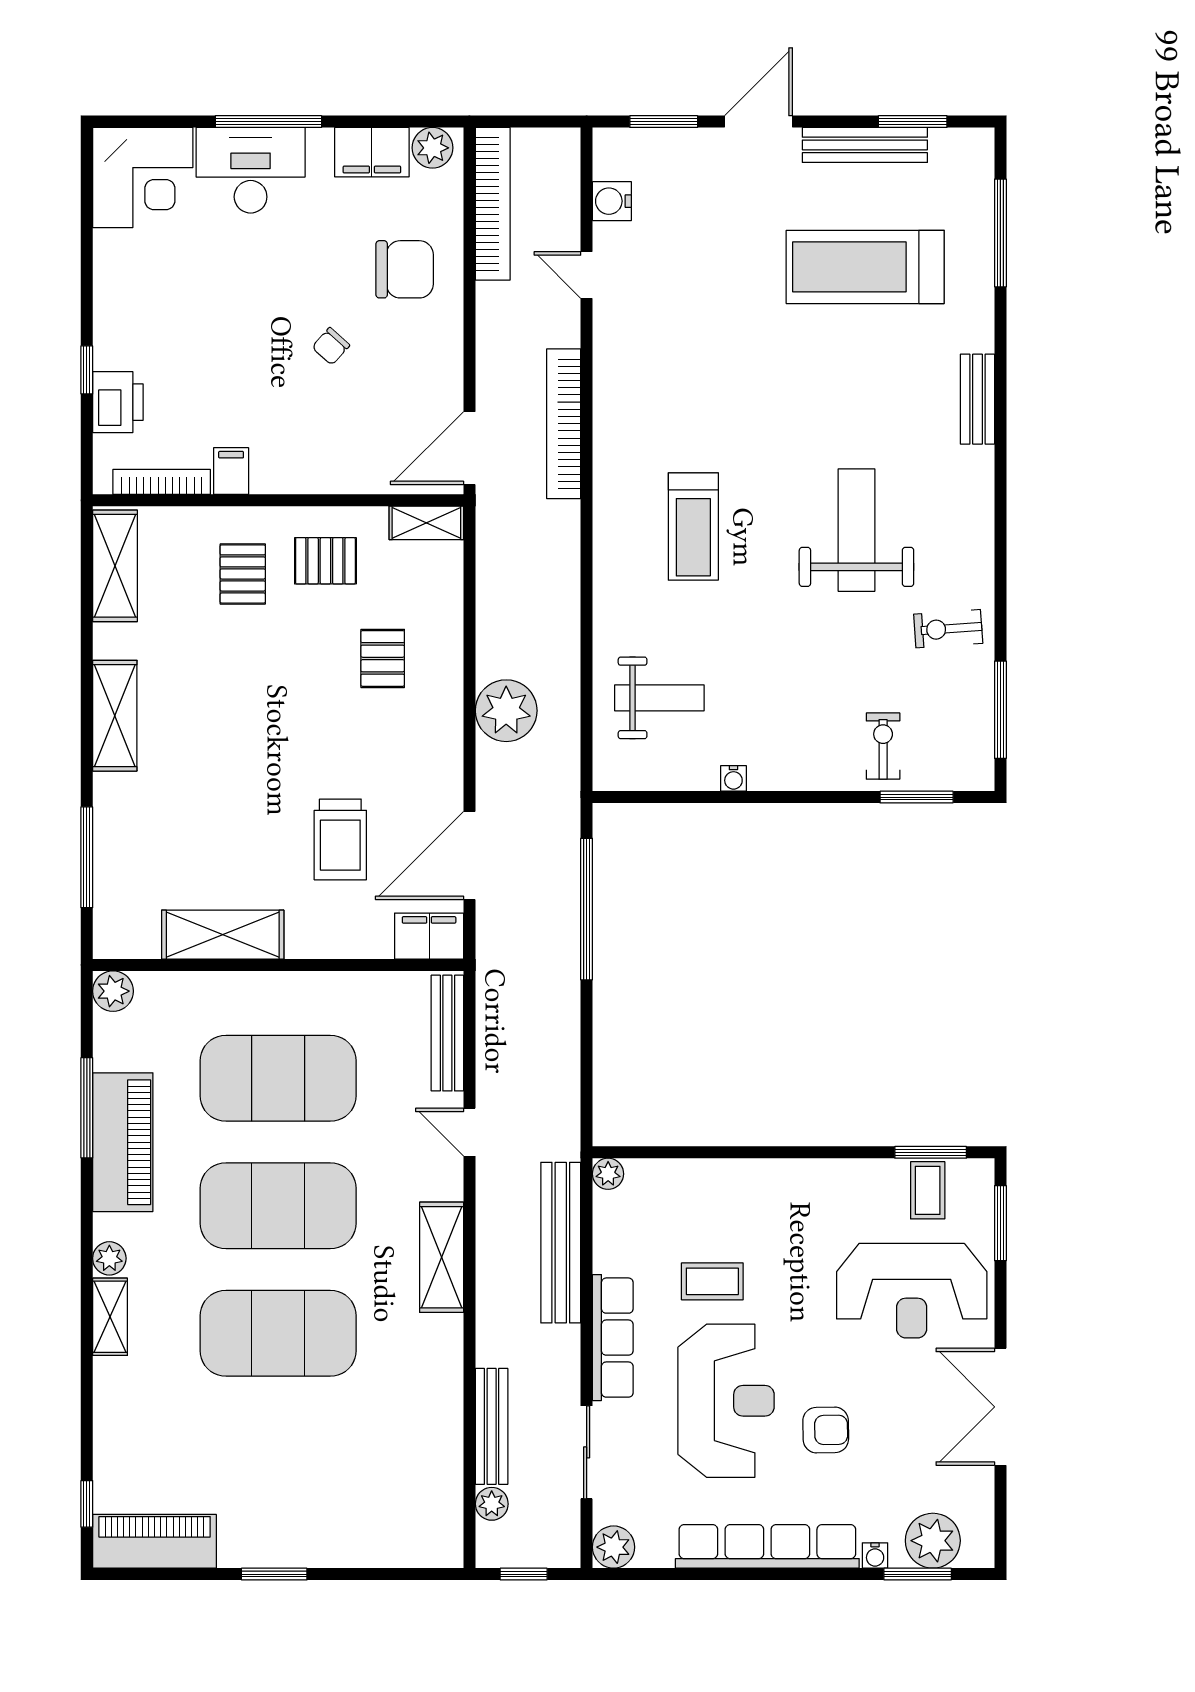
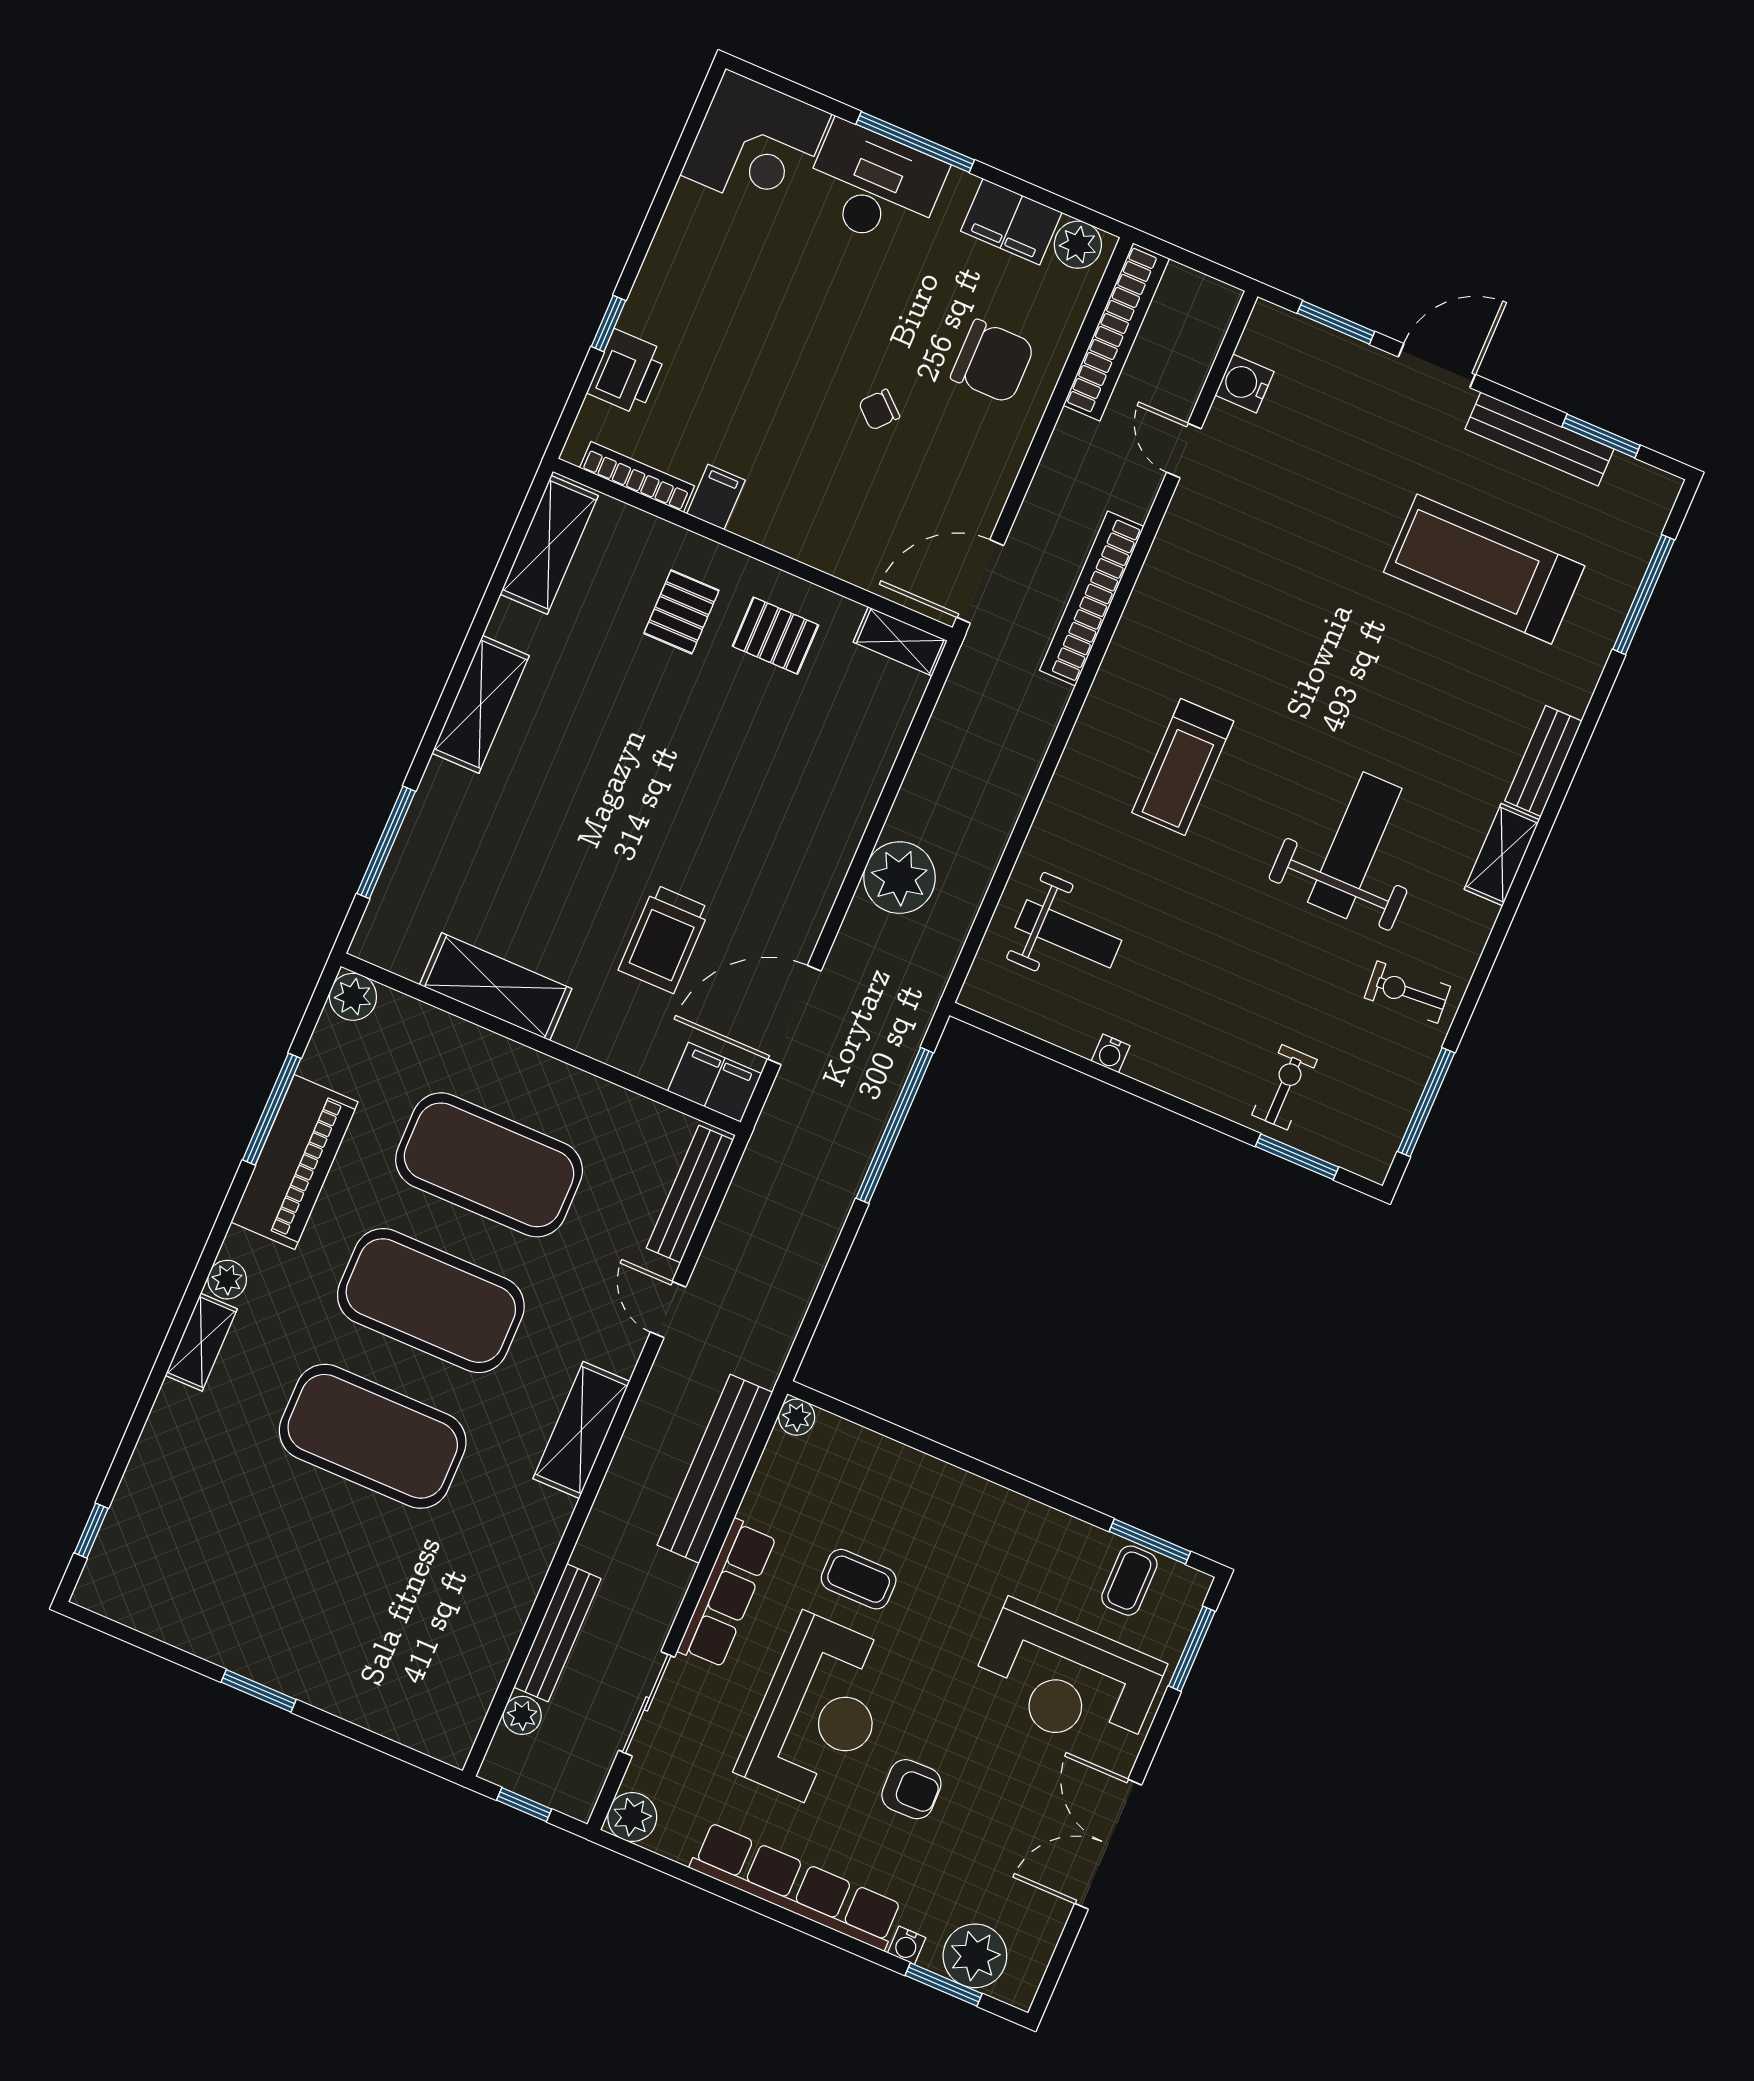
shelving: (976, 487) -> (1502, 855), added
pallet: (383, 658) -> (792, 766), removed
piano: (155, 1541) -> (146, 1601), removed

